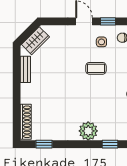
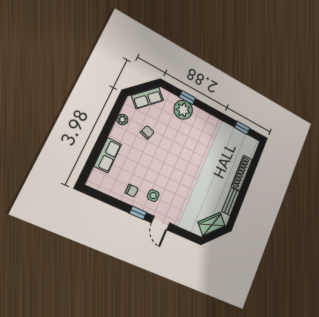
coffee table: (96, 68) -> (169, 173), removed
shoe rack: (26, 122) -> (242, 173), moved
plant: (88, 131) -> (183, 110), moved

